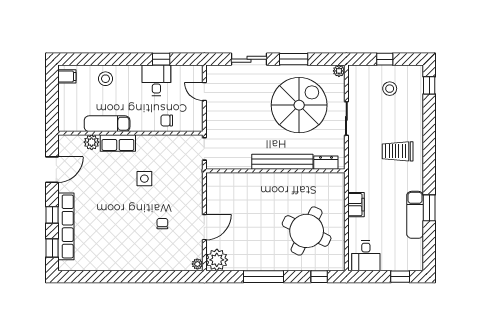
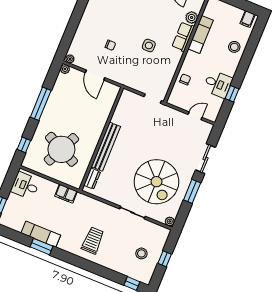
bench: (282, 162) -> (106, 147), moved
dresser: (326, 163) -> (92, 179), moved
wall: (275, 171) -> (101, 139), moved
plant: (217, 260) -> (65, 69), width x0.53, depth x0.53

